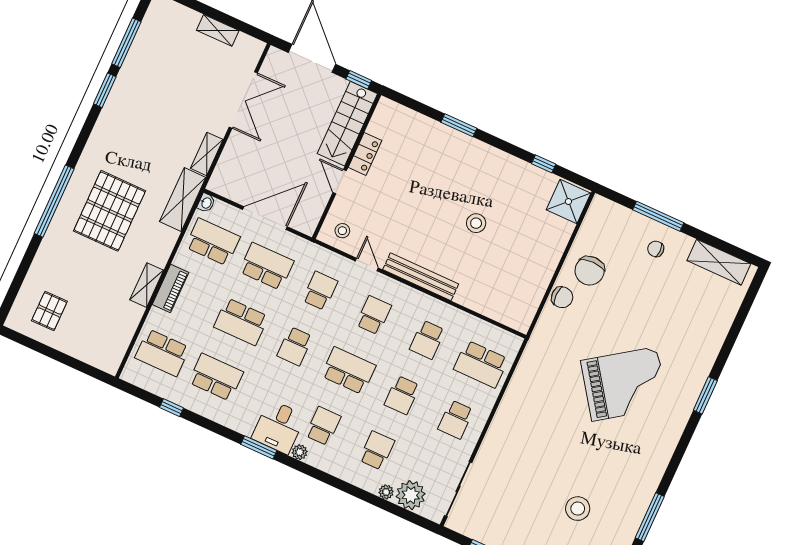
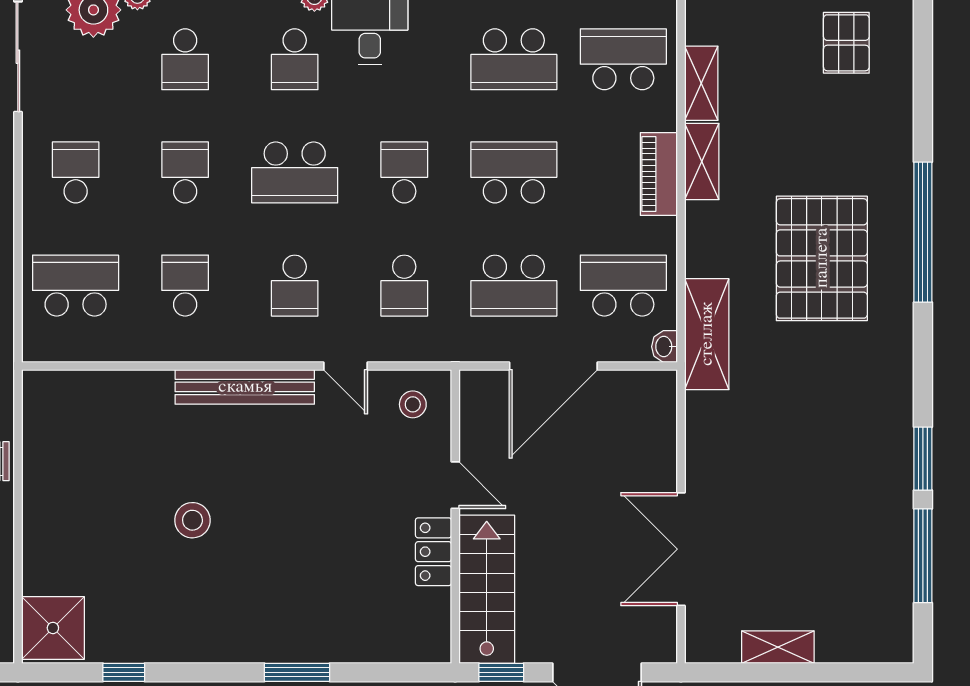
shelving: (207, 154) -> (701, 83), moved
school desk: (213, 242) -> (623, 286), turned 180

